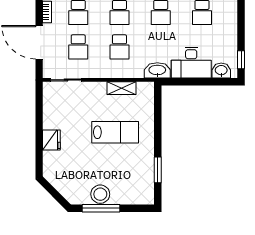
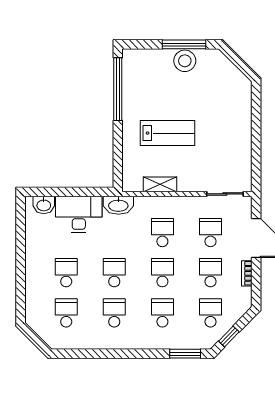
window: (241, 60) -> (21, 218), removed
lab bench: (115, 132) -> (168, 133), turned 180
fridge: (51, 140) -> (242, 124), removed
window: (158, 170) -> (118, 89), width x2.11

